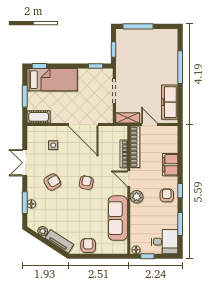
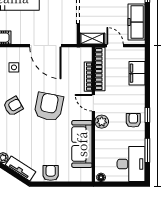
filing cabinet: (170, 165) -> (137, 73), moved
armchair: (86, 183) -> (49, 107), width x1.88, depth x1.88
desk: (165, 242) -> (131, 164), width x1.37
window: (147, 256) -> (113, 184), removed

